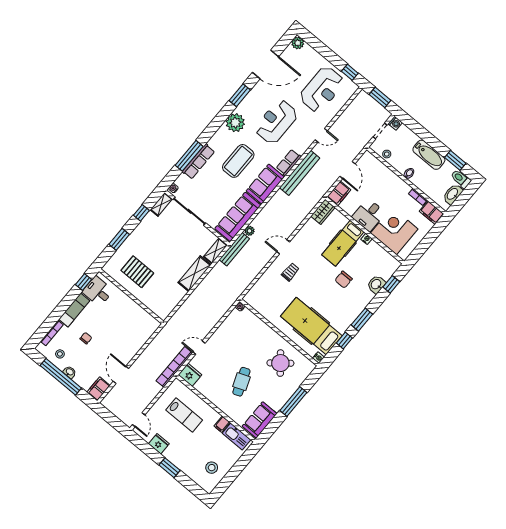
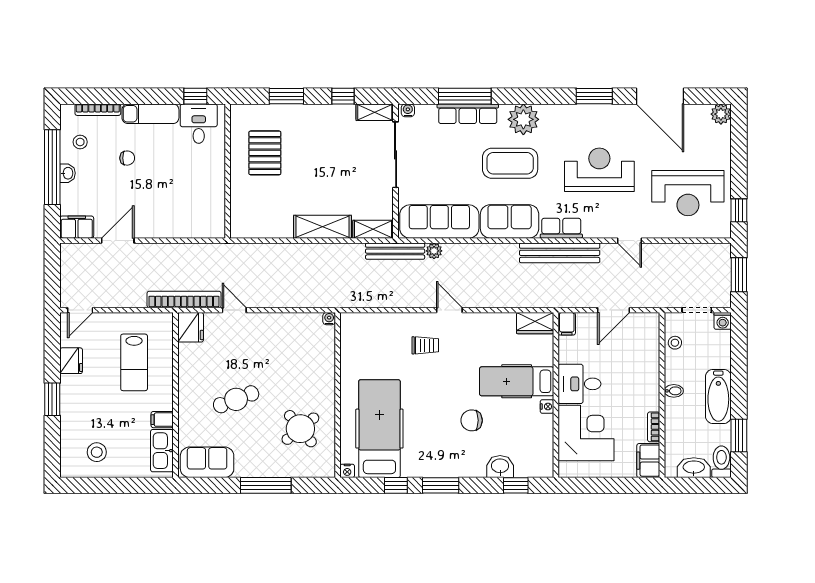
plant: (235, 123) -> (523, 119), moved
filing cabinet: (339, 193) -> (567, 324), width x0.50

